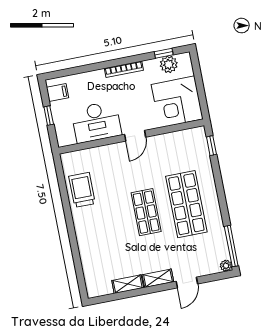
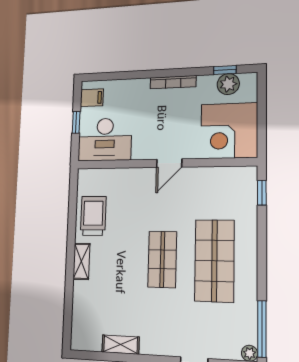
desk: (96, 122) -> (105, 139), moved
shelving: (158, 278) -> (81, 261), moved, turned 90

